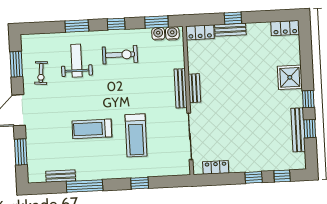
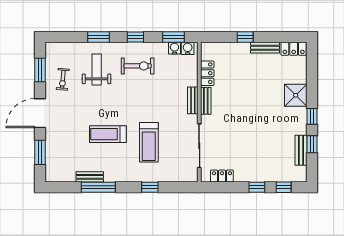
bench: (230, 30) -> (265, 48), moved
locker: (200, 32) -> (207, 73), moved, turned -90
bench: (181, 88) -> (193, 100), width x0.73
bench: (298, 130) -> (301, 150), width x0.73
bench: (61, 176) -> (90, 177), moved

